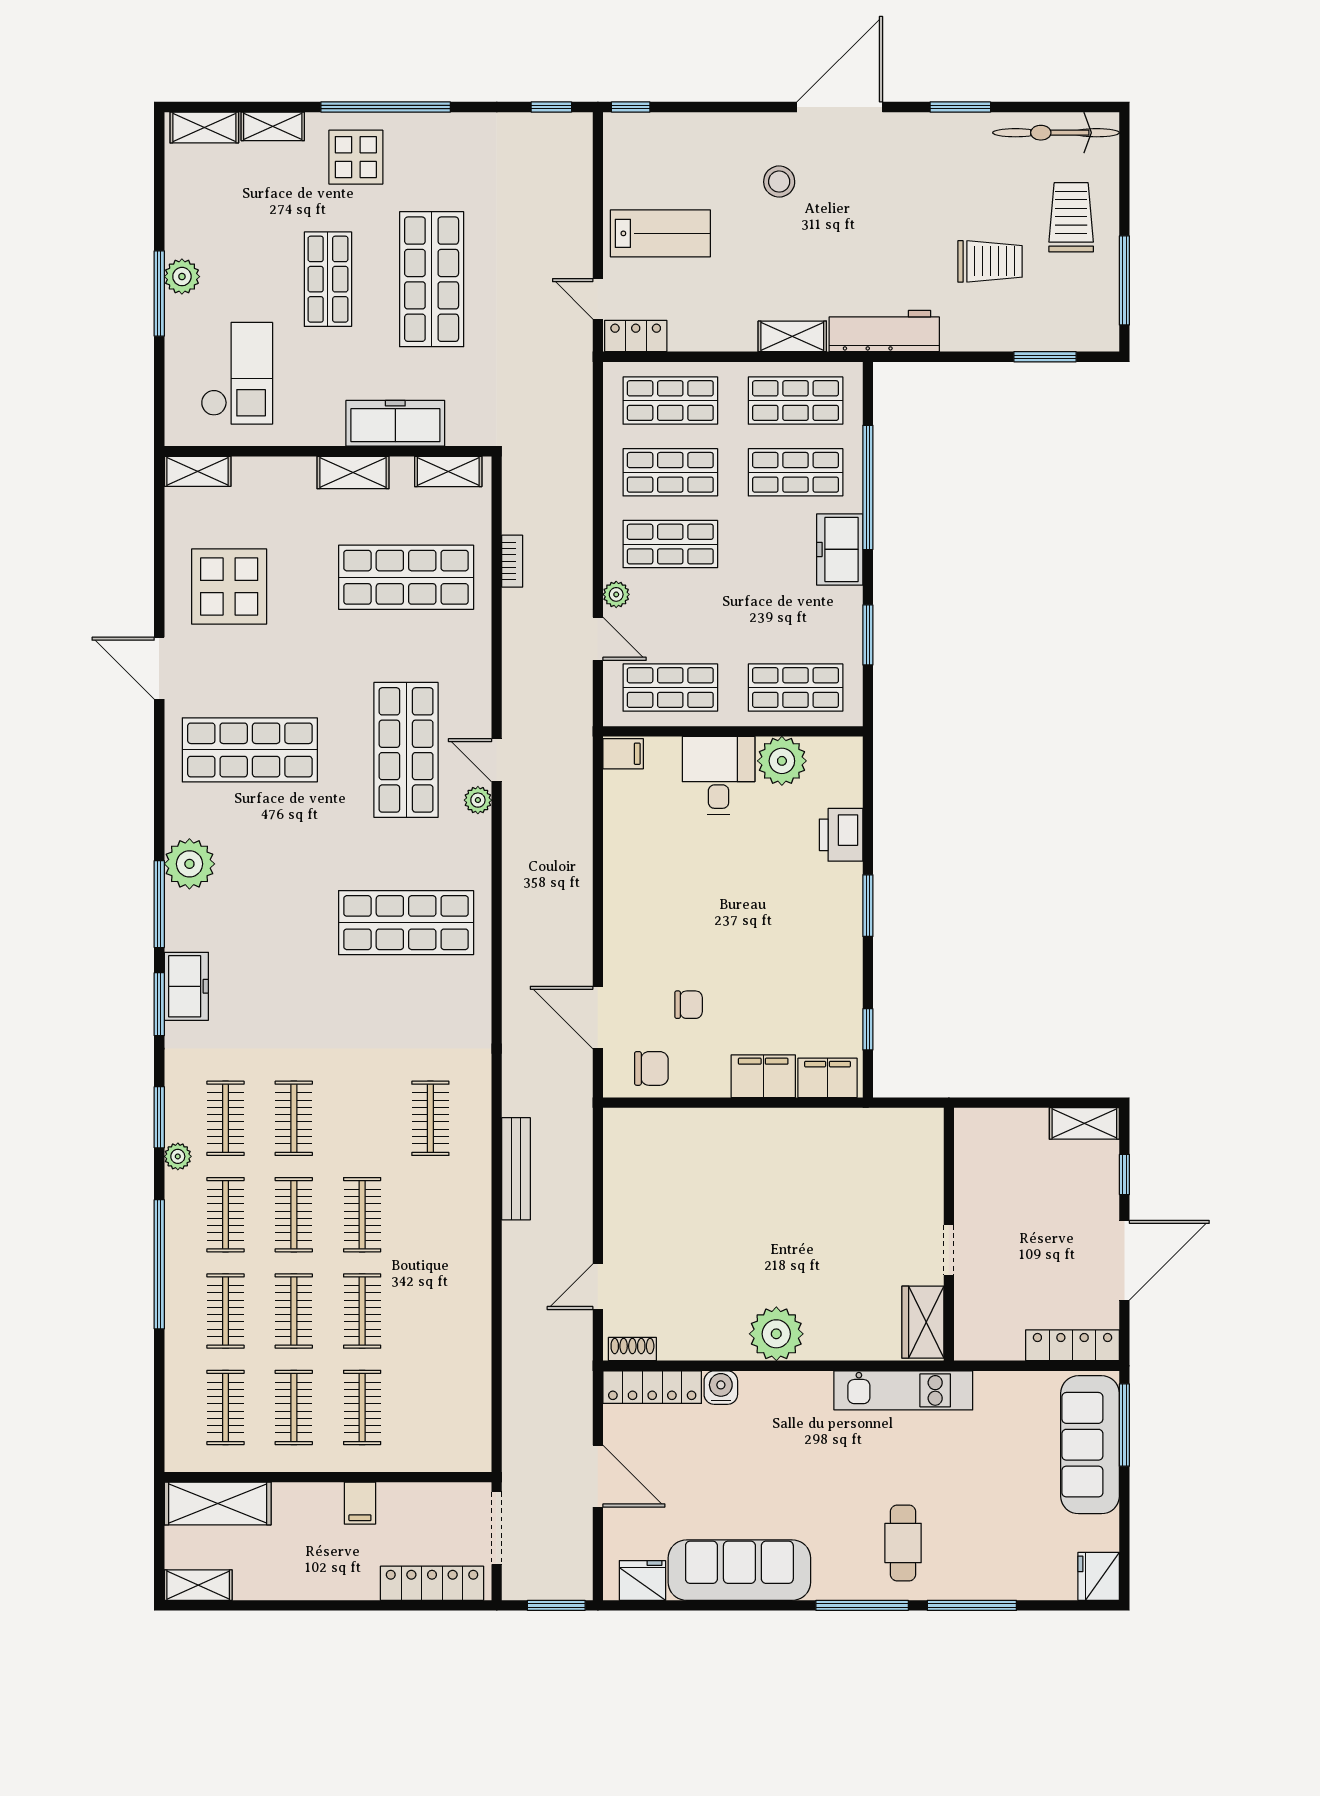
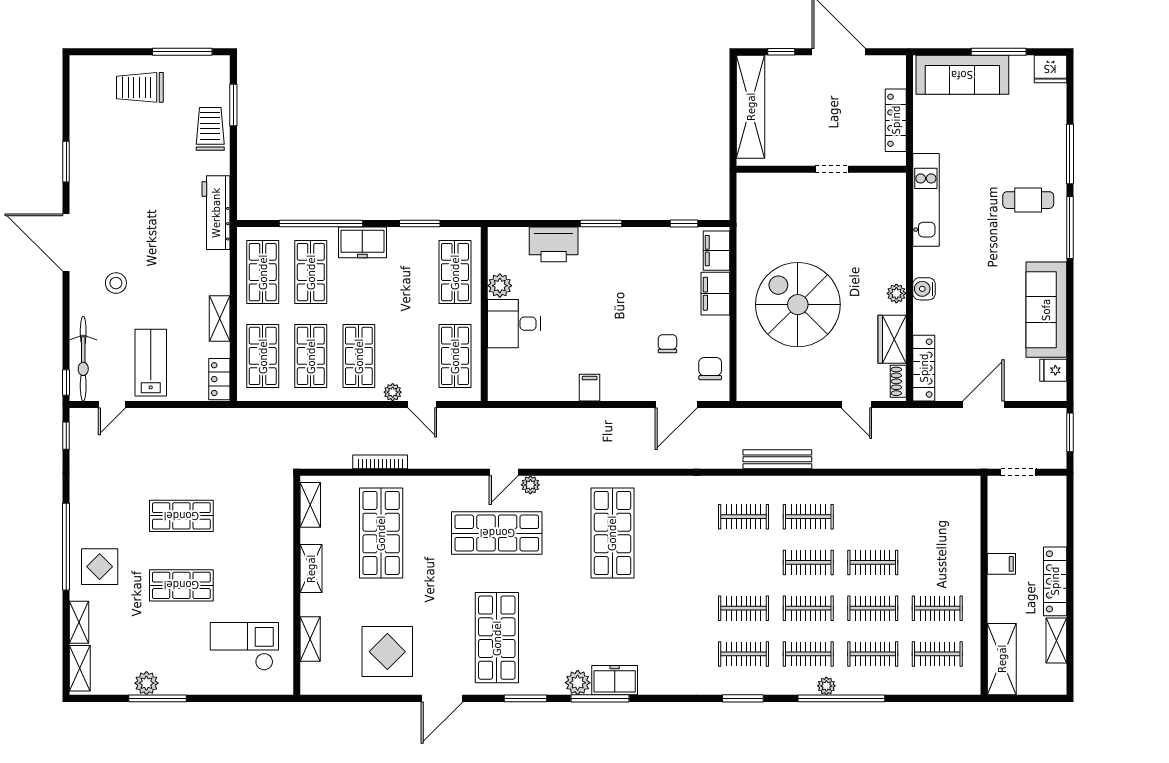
bicycle: (1056, 133) -> (83, 359), moved
trolley: (990, 261) -> (210, 129), moved
plant: (182, 277) -> (146, 683), moved
shop shelf: (432, 279) -> (181, 516), width x0.70, depth x0.74
window: (159, 294) -> (158, 698), moved
door: (598, 299) -> (112, 404), moved
shelving: (792, 336) -> (220, 318), moved
freezer: (395, 423) -> (278, 540), removed
shelving: (198, 471) -> (310, 639), moved
bookcase: (512, 561) -> (380, 462), width x1.56
door: (598, 639) -> (422, 404), swing flipped
filing cabinet: (623, 754) -> (590, 388), moved
plant: (782, 761) -> (500, 286), width x0.73, depth x0.73
printer: (841, 835) -> (554, 244), width x1.37, depth x1.19
plant: (189, 864) -> (578, 683), width x0.73, depth x0.73
freezer: (186, 986) -> (615, 680), moved
window: (159, 1004) -> (526, 698), moved
shelving: (1084, 1123) -> (751, 107), width x2.20, depth x1.33
plant: (178, 1156) -> (826, 686), moved
spiral stairs: (747, 1199) -> (798, 305), added
wardrobe: (923, 1322) -> (892, 339), moved, turned 90
plant: (776, 1334) -> (896, 293), width x0.53, depth x0.53
locker: (1073, 1345) -> (896, 120), moved
water cooler: (721, 1388) -> (924, 289), moved
clothes rail: (362, 1407) -> (808, 517), moved
window: (1124, 1425) -> (999, 52), moved
doorway: (497, 1528) -> (1018, 472), width x0.73
fridge: (642, 1580) -> (1053, 370), width x0.72
locker: (432, 1583) -> (1055, 581), moved
shelving: (198, 1585) -> (1056, 640), moved

